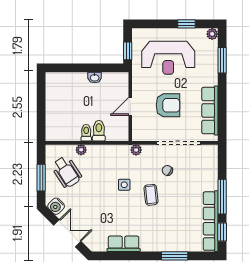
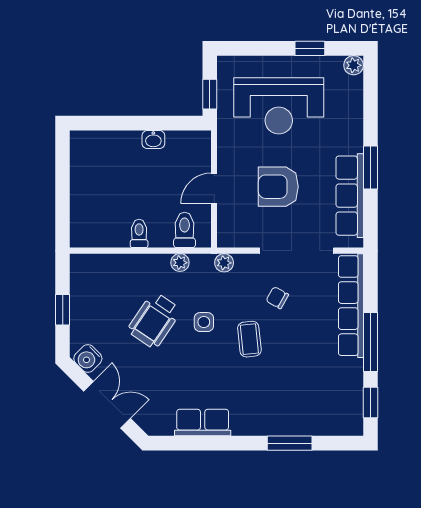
window: (222, 60) -> (371, 168), moved
armchair: (168, 105) -> (278, 187), turned 180
toilet: (99, 131) -> (185, 230), moved
plant: (81, 150) -> (180, 263), moved
wheelchair: (67, 172) -> (154, 320), moved, turned 67
window: (41, 178) -> (63, 310), width x0.67
row of seats: (211, 221) -> (351, 306), moved

